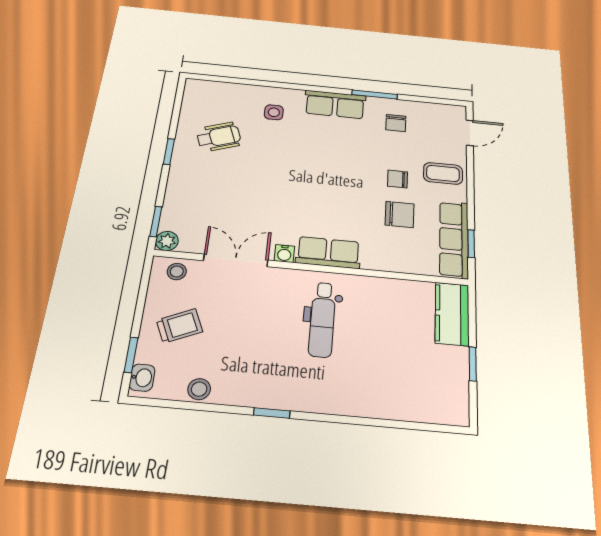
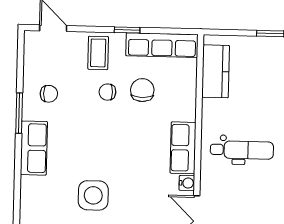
side table: (274, 112) -> (93, 195), moved, width x1.87, depth x1.87
chair: (398, 179) -> (107, 92), turned 90
window: (471, 244) -> (127, 30), moved
kitchen counter: (452, 314) -> (216, 71), moved, turned -90

